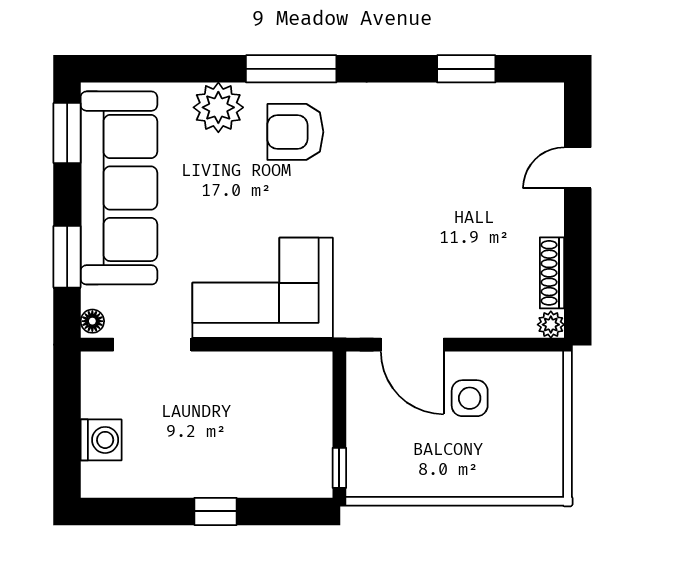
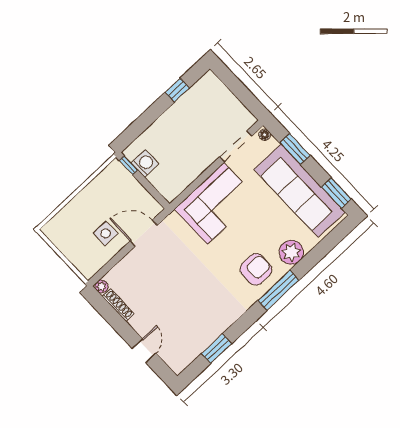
washing machine: (101, 440) -> (145, 163), moved, turned 180
window: (216, 511) -> (177, 90), moved

